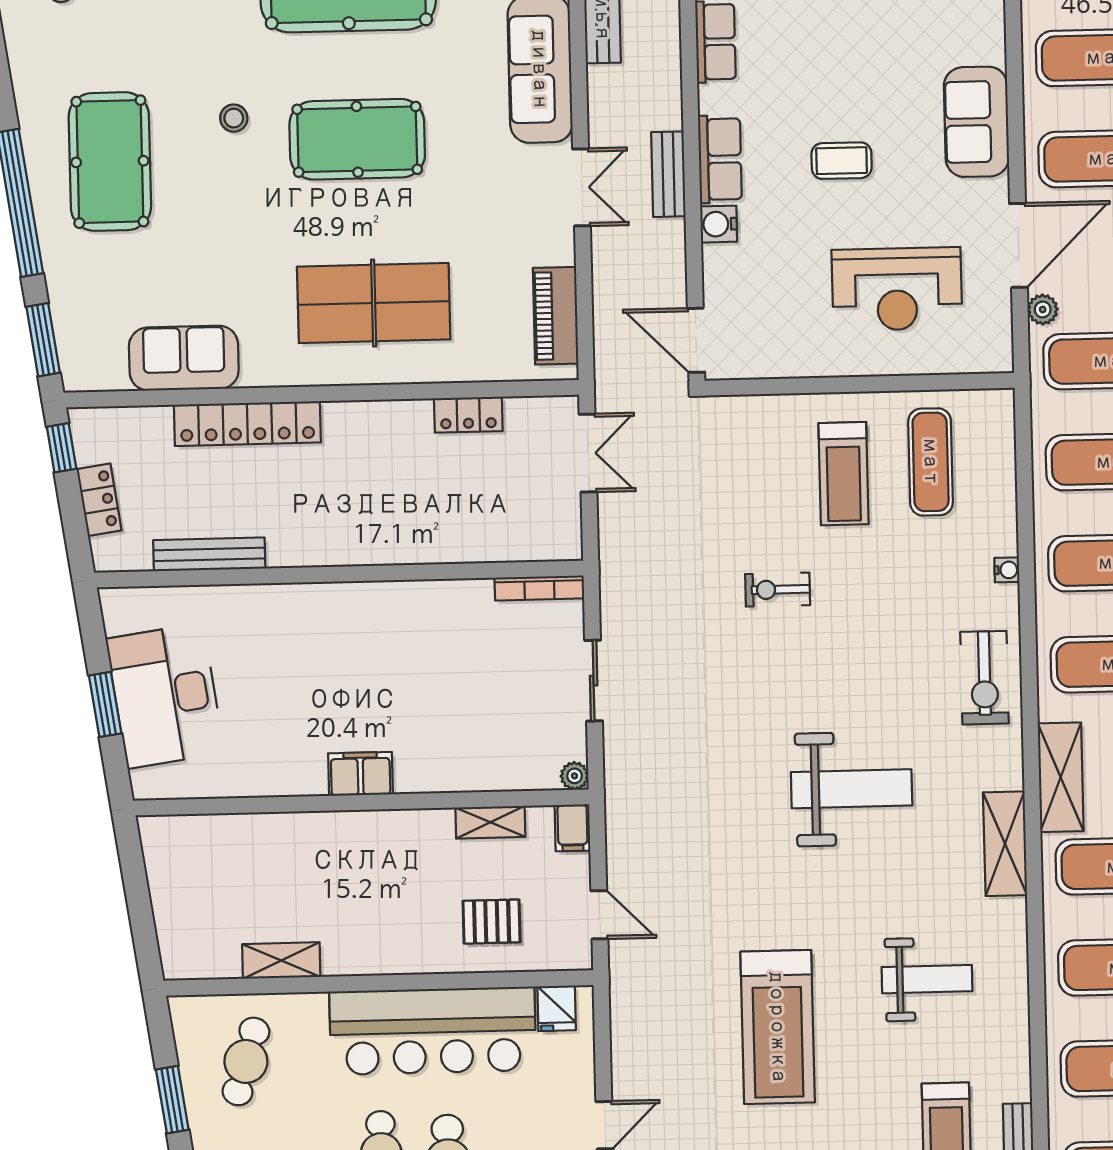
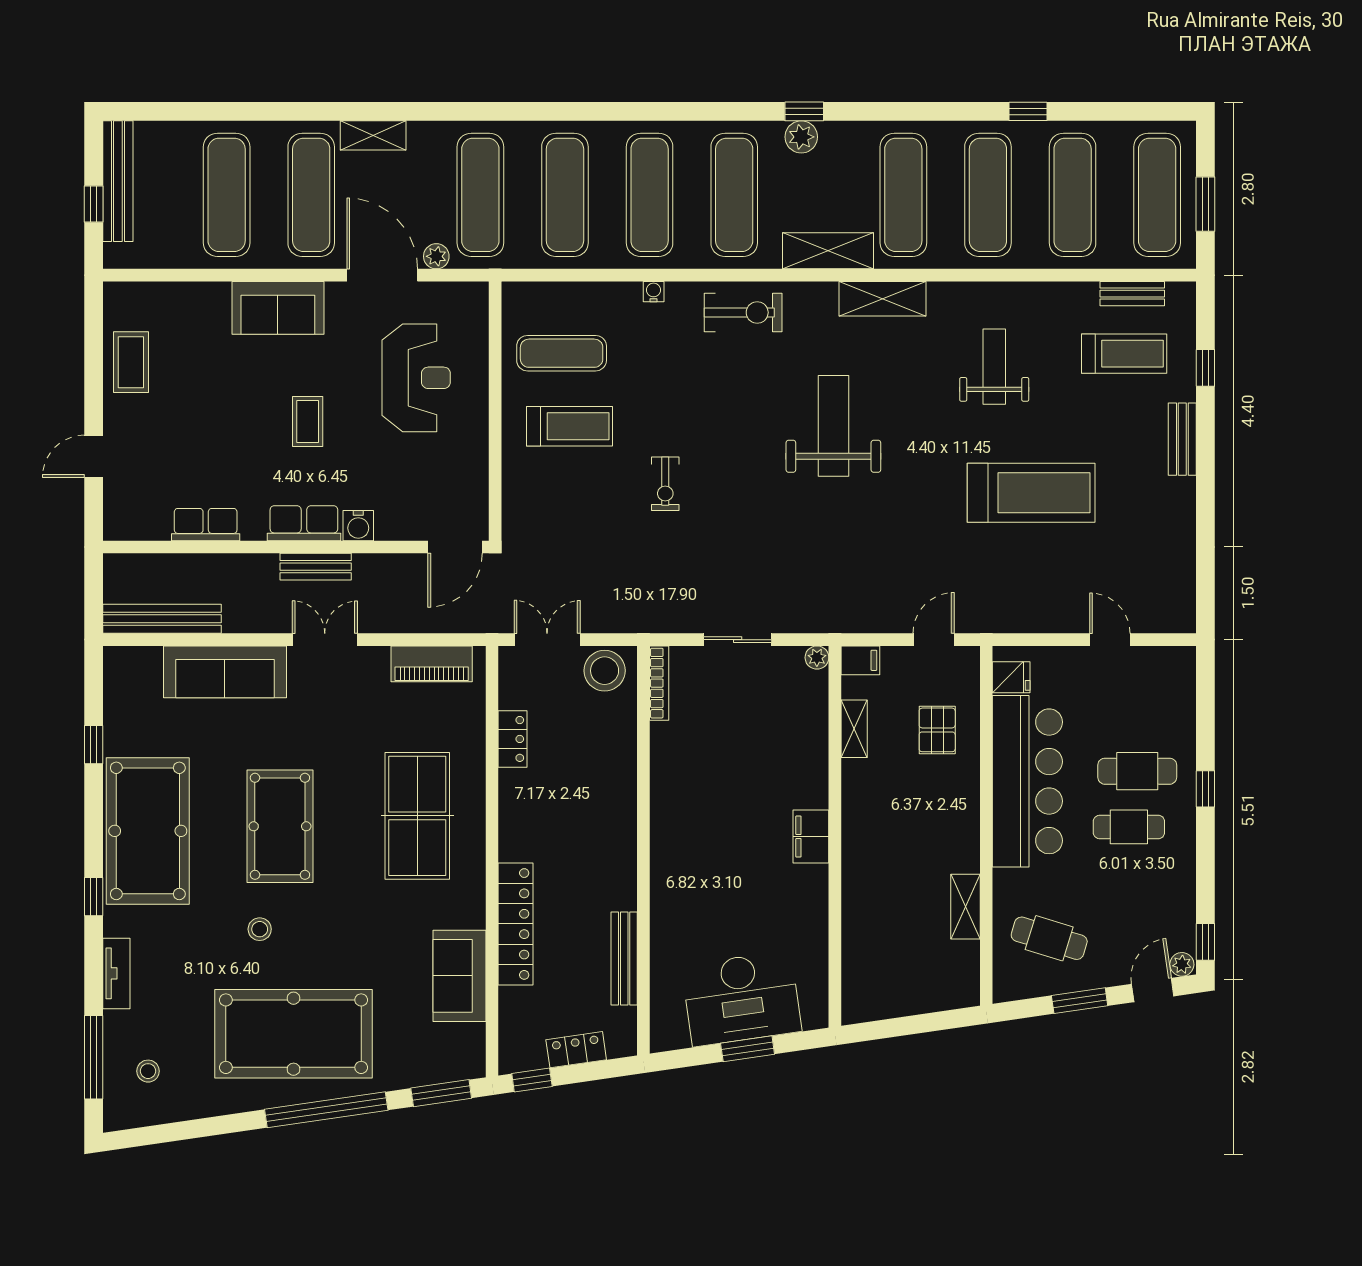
pool table: (110, 162) -> (294, 1034), width x1.36, depth x1.32
stool: (553, 523) -> (605, 671), added

